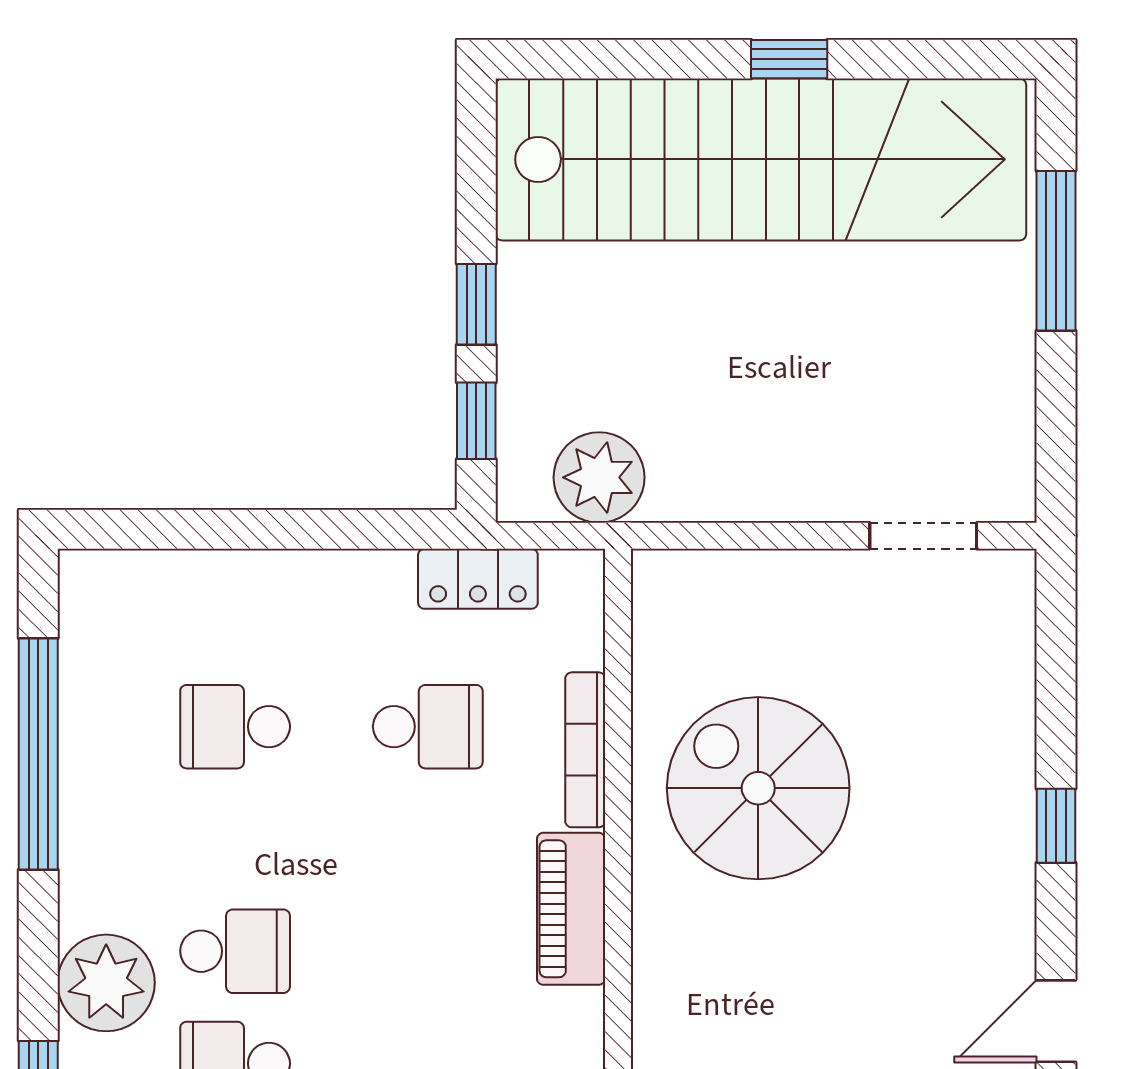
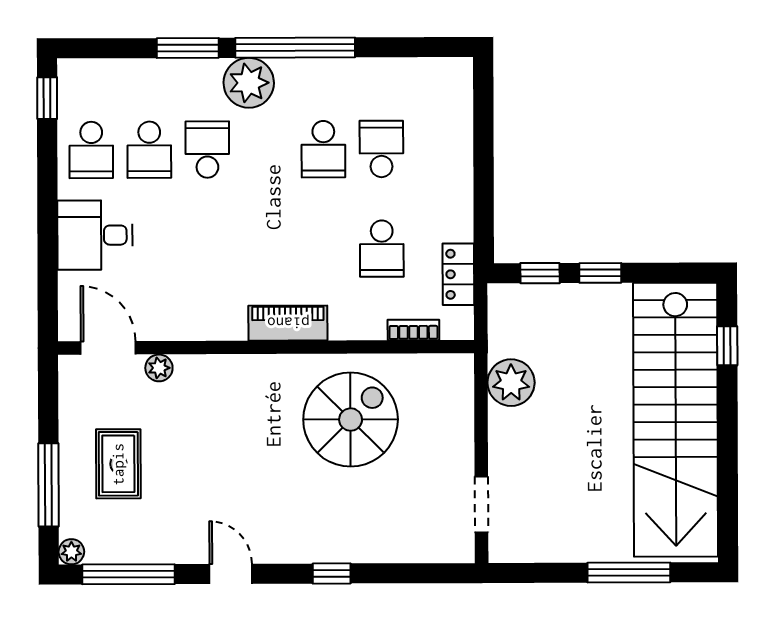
window: (789, 59) -> (727, 346), moved
plant: (599, 477) -> (511, 383), moved
bookcase: (585, 750) -> (413, 330), moved, width x0.64
window: (38, 754) -> (295, 48), moved
school desk: (235, 951) -> (323, 149), moved

